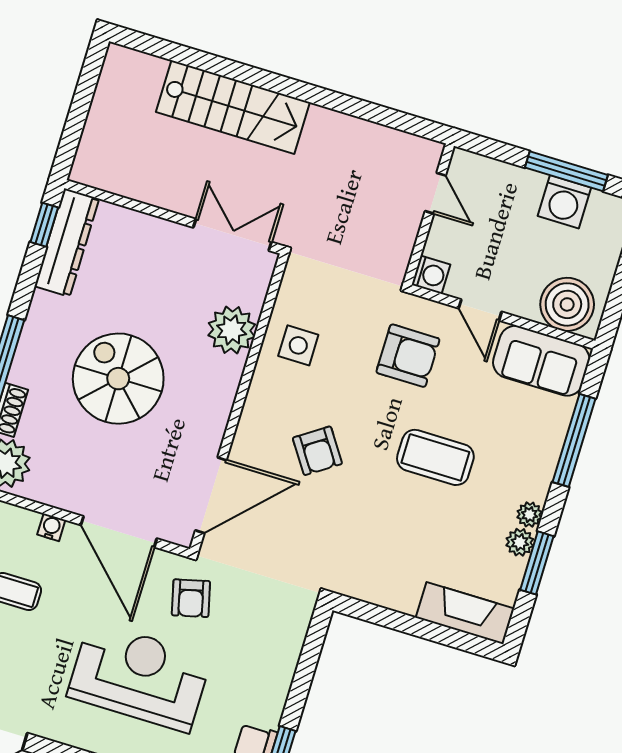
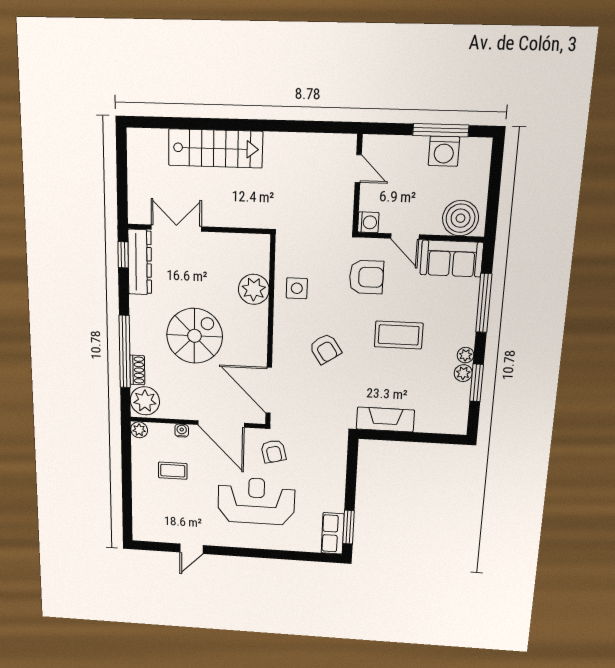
double door: (232, 235) -> (176, 228), moved
spiral stairs: (118, 379) -> (195, 336), turned 90
door: (211, 495) -> (269, 390), swing flipped
fireplace: (465, 613) -> (385, 420), moved

